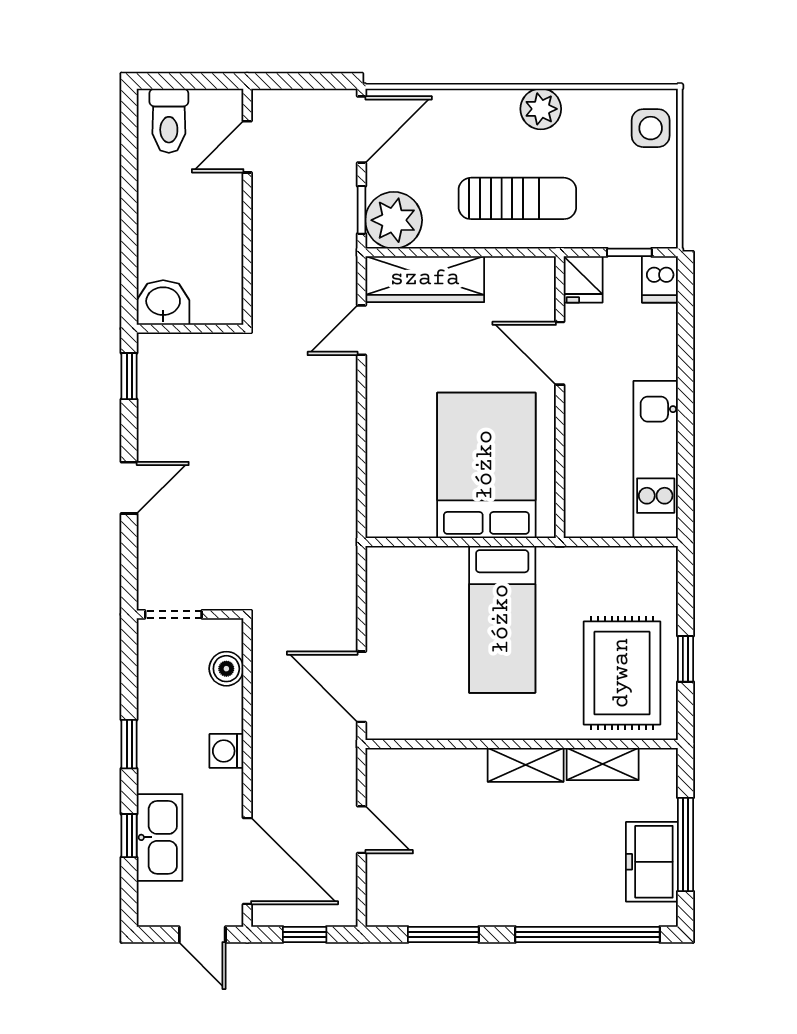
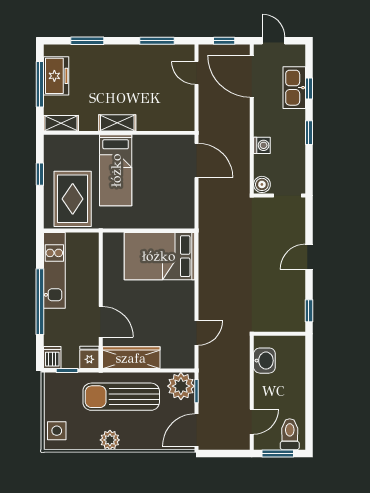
window: (193, 81) -> (278, 454), added
sun lounger: (517, 198) -> (121, 397), width x1.36, depth x1.34
wardrobe: (425, 279) -> (131, 358), moved
washbasin: (163, 302) -> (264, 361), moved, turned -90
window: (685, 395) -> (40, 302), added
bed: (486, 465) -> (159, 256), moved, turned 90
bed: (502, 619) -> (116, 170), moved, turned 180
boiler: (226, 669) -> (262, 184), moved
rug: (622, 673) -> (73, 199), moved
washing machine: (226, 751) -> (262, 145), moved
shelving: (603, 764) -> (61, 123), moved
door: (362, 830) -> (197, 73), moved
window: (588, 934) -> (87, 41), width x0.47

